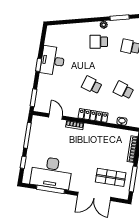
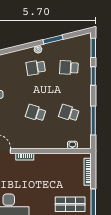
locker: (93, 115) -> (42, 144), removed

